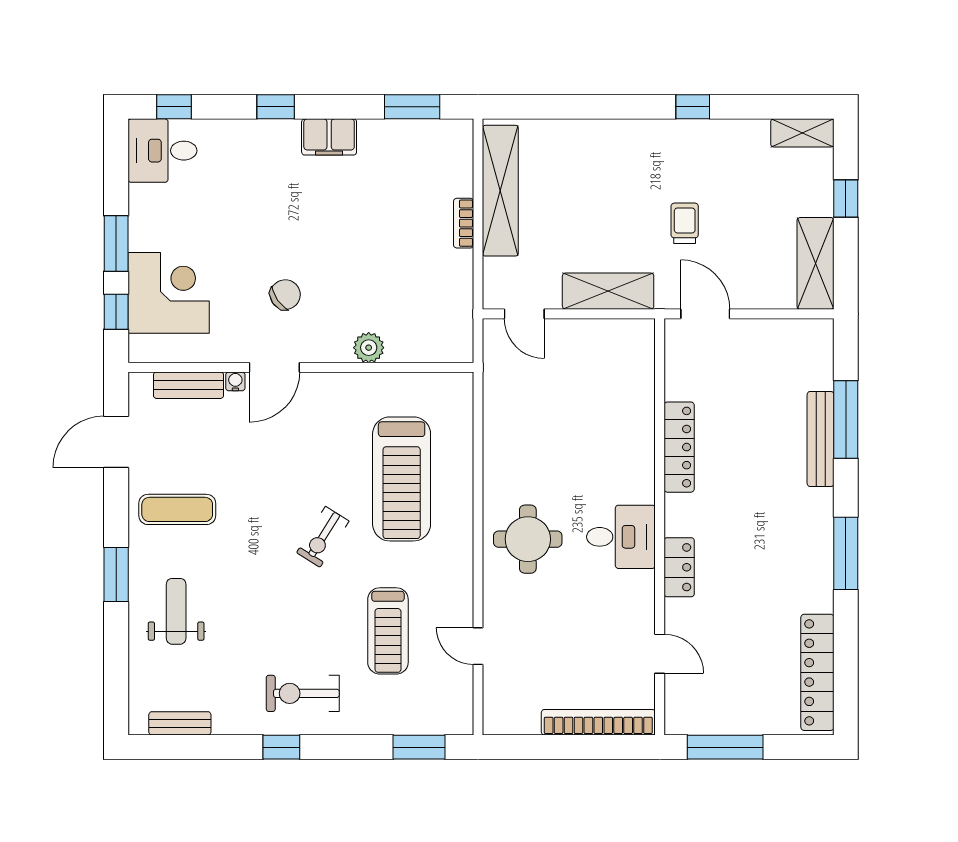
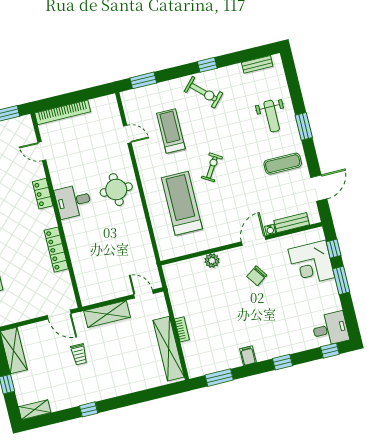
filing cabinet: (329, 137) -> (248, 356), width x0.50
exercise bike: (303, 693) -> (203, 92), turned 43

